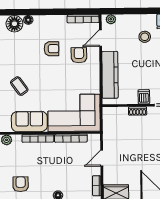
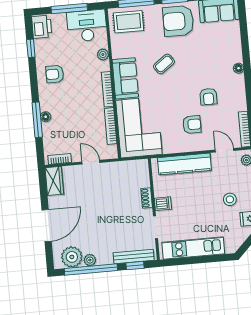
floor lamp: (14, 24) -> (233, 53), removed
armchair: (79, 55) -> (192, 124), moved
armchair: (21, 184) -> (55, 74), turned 180

